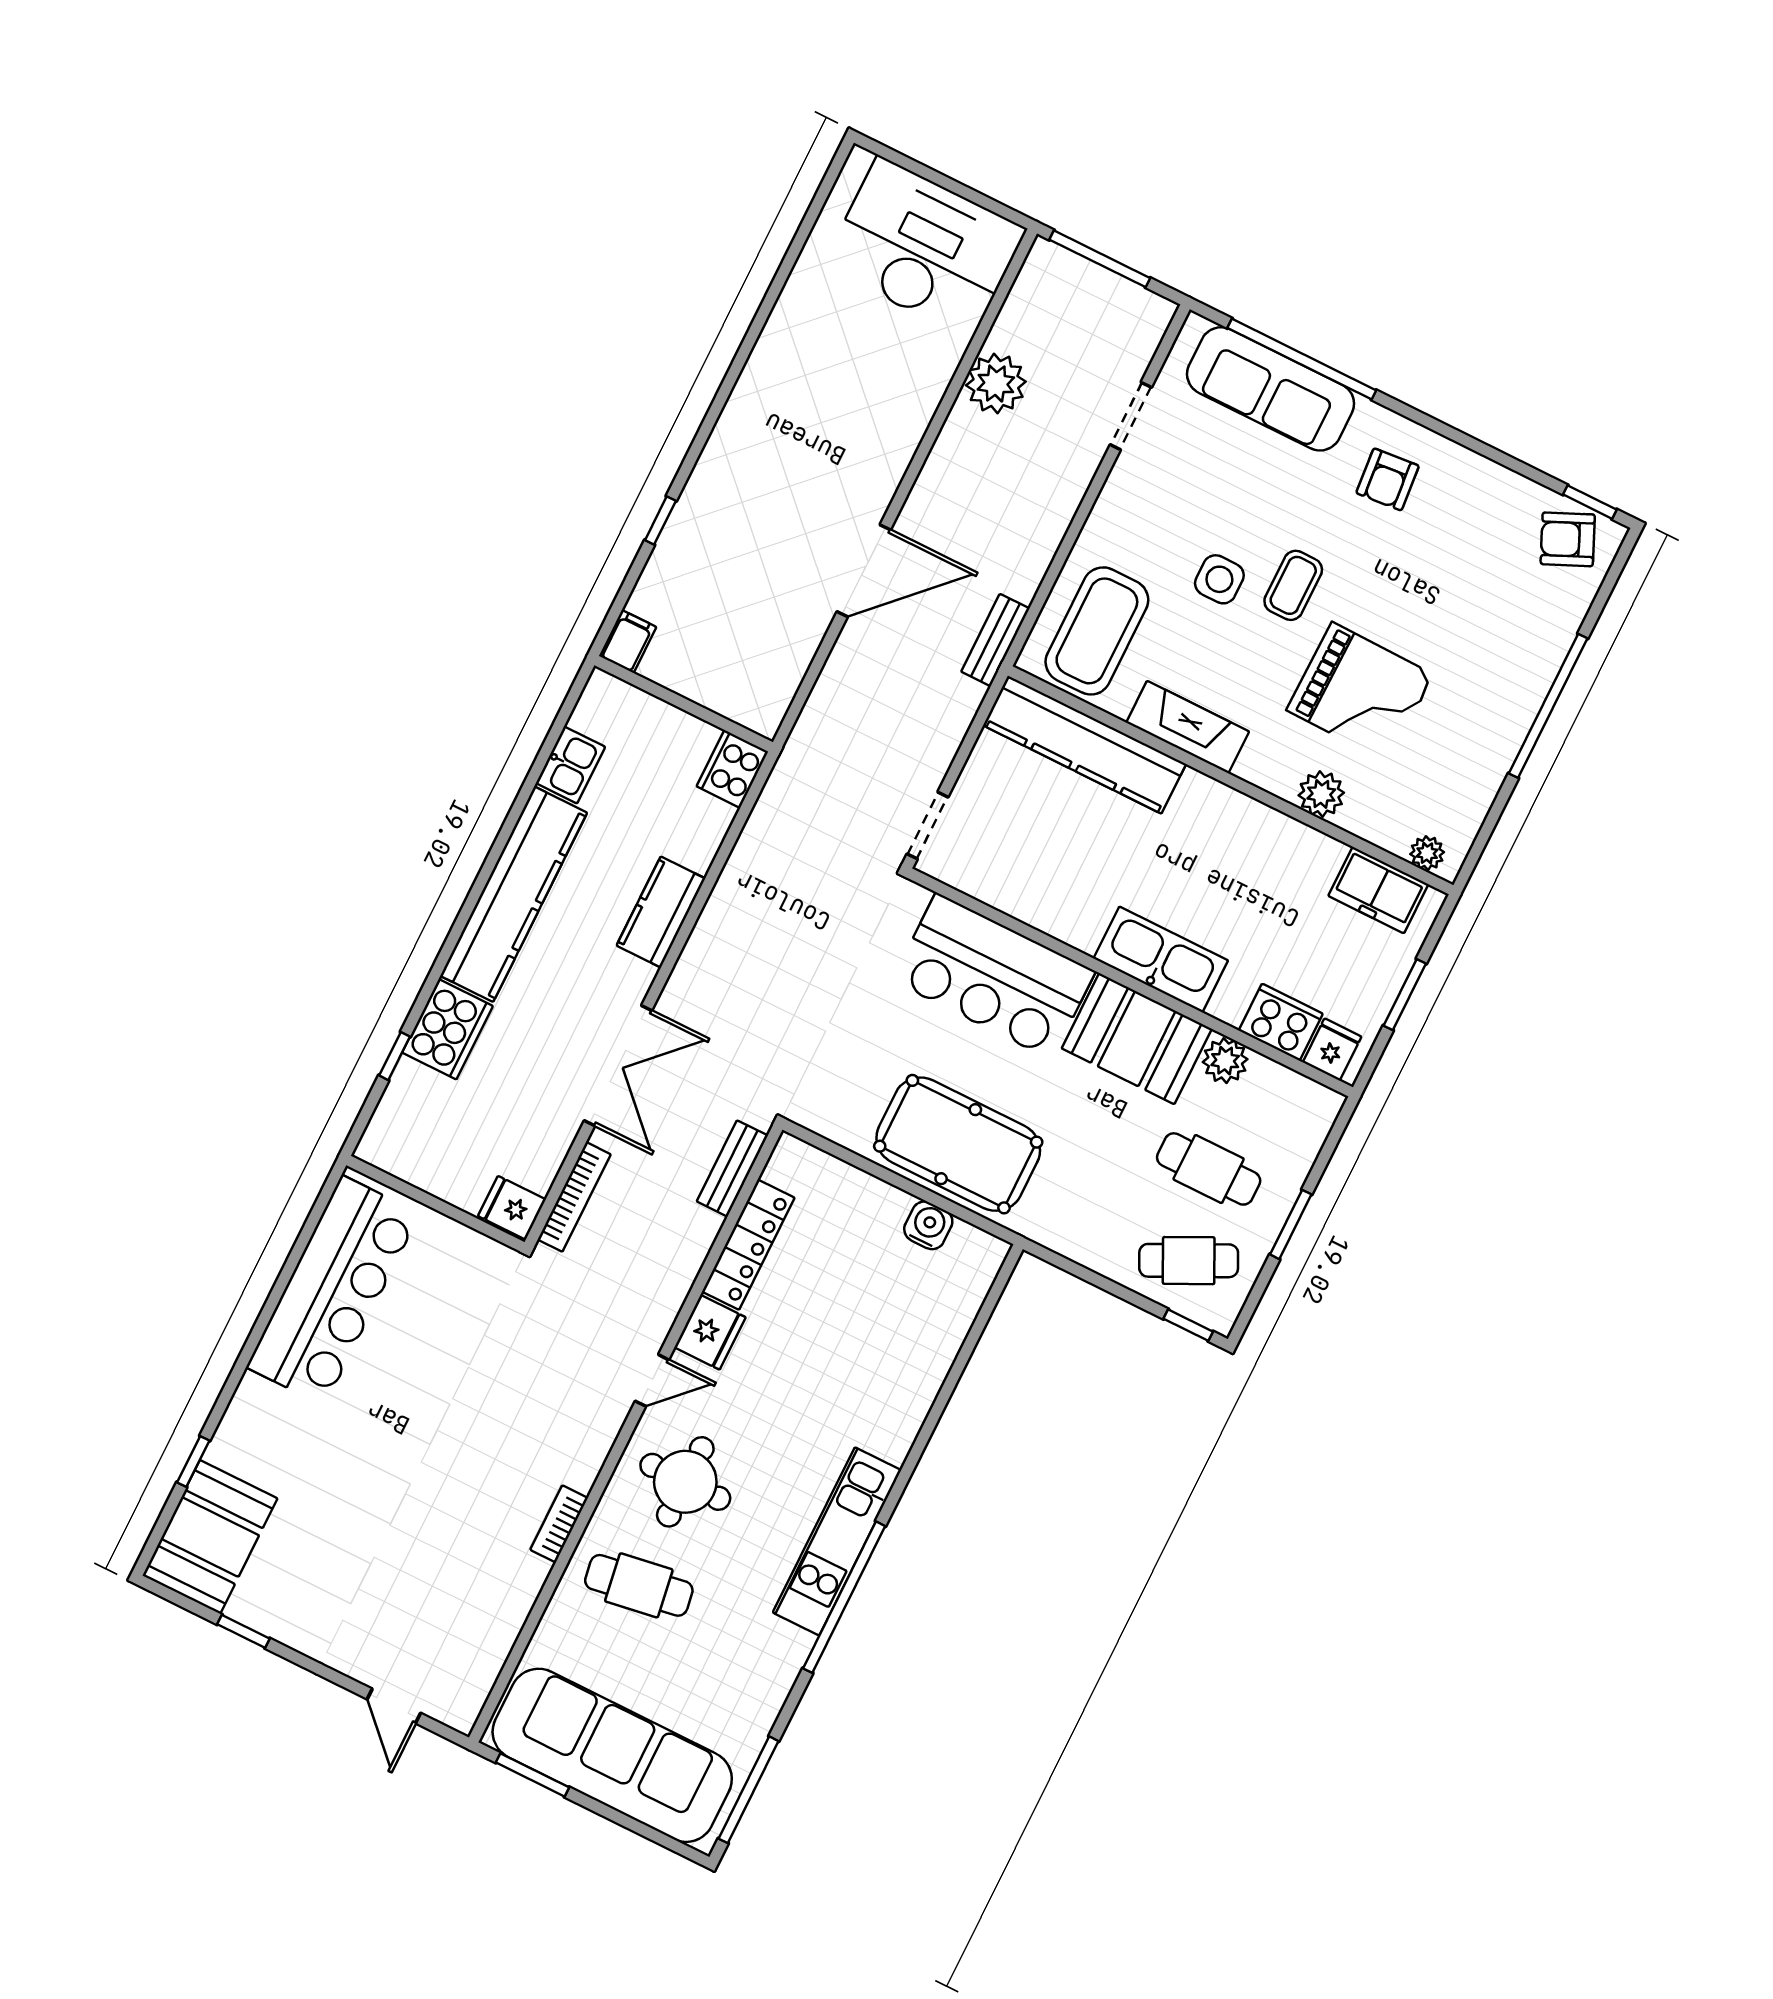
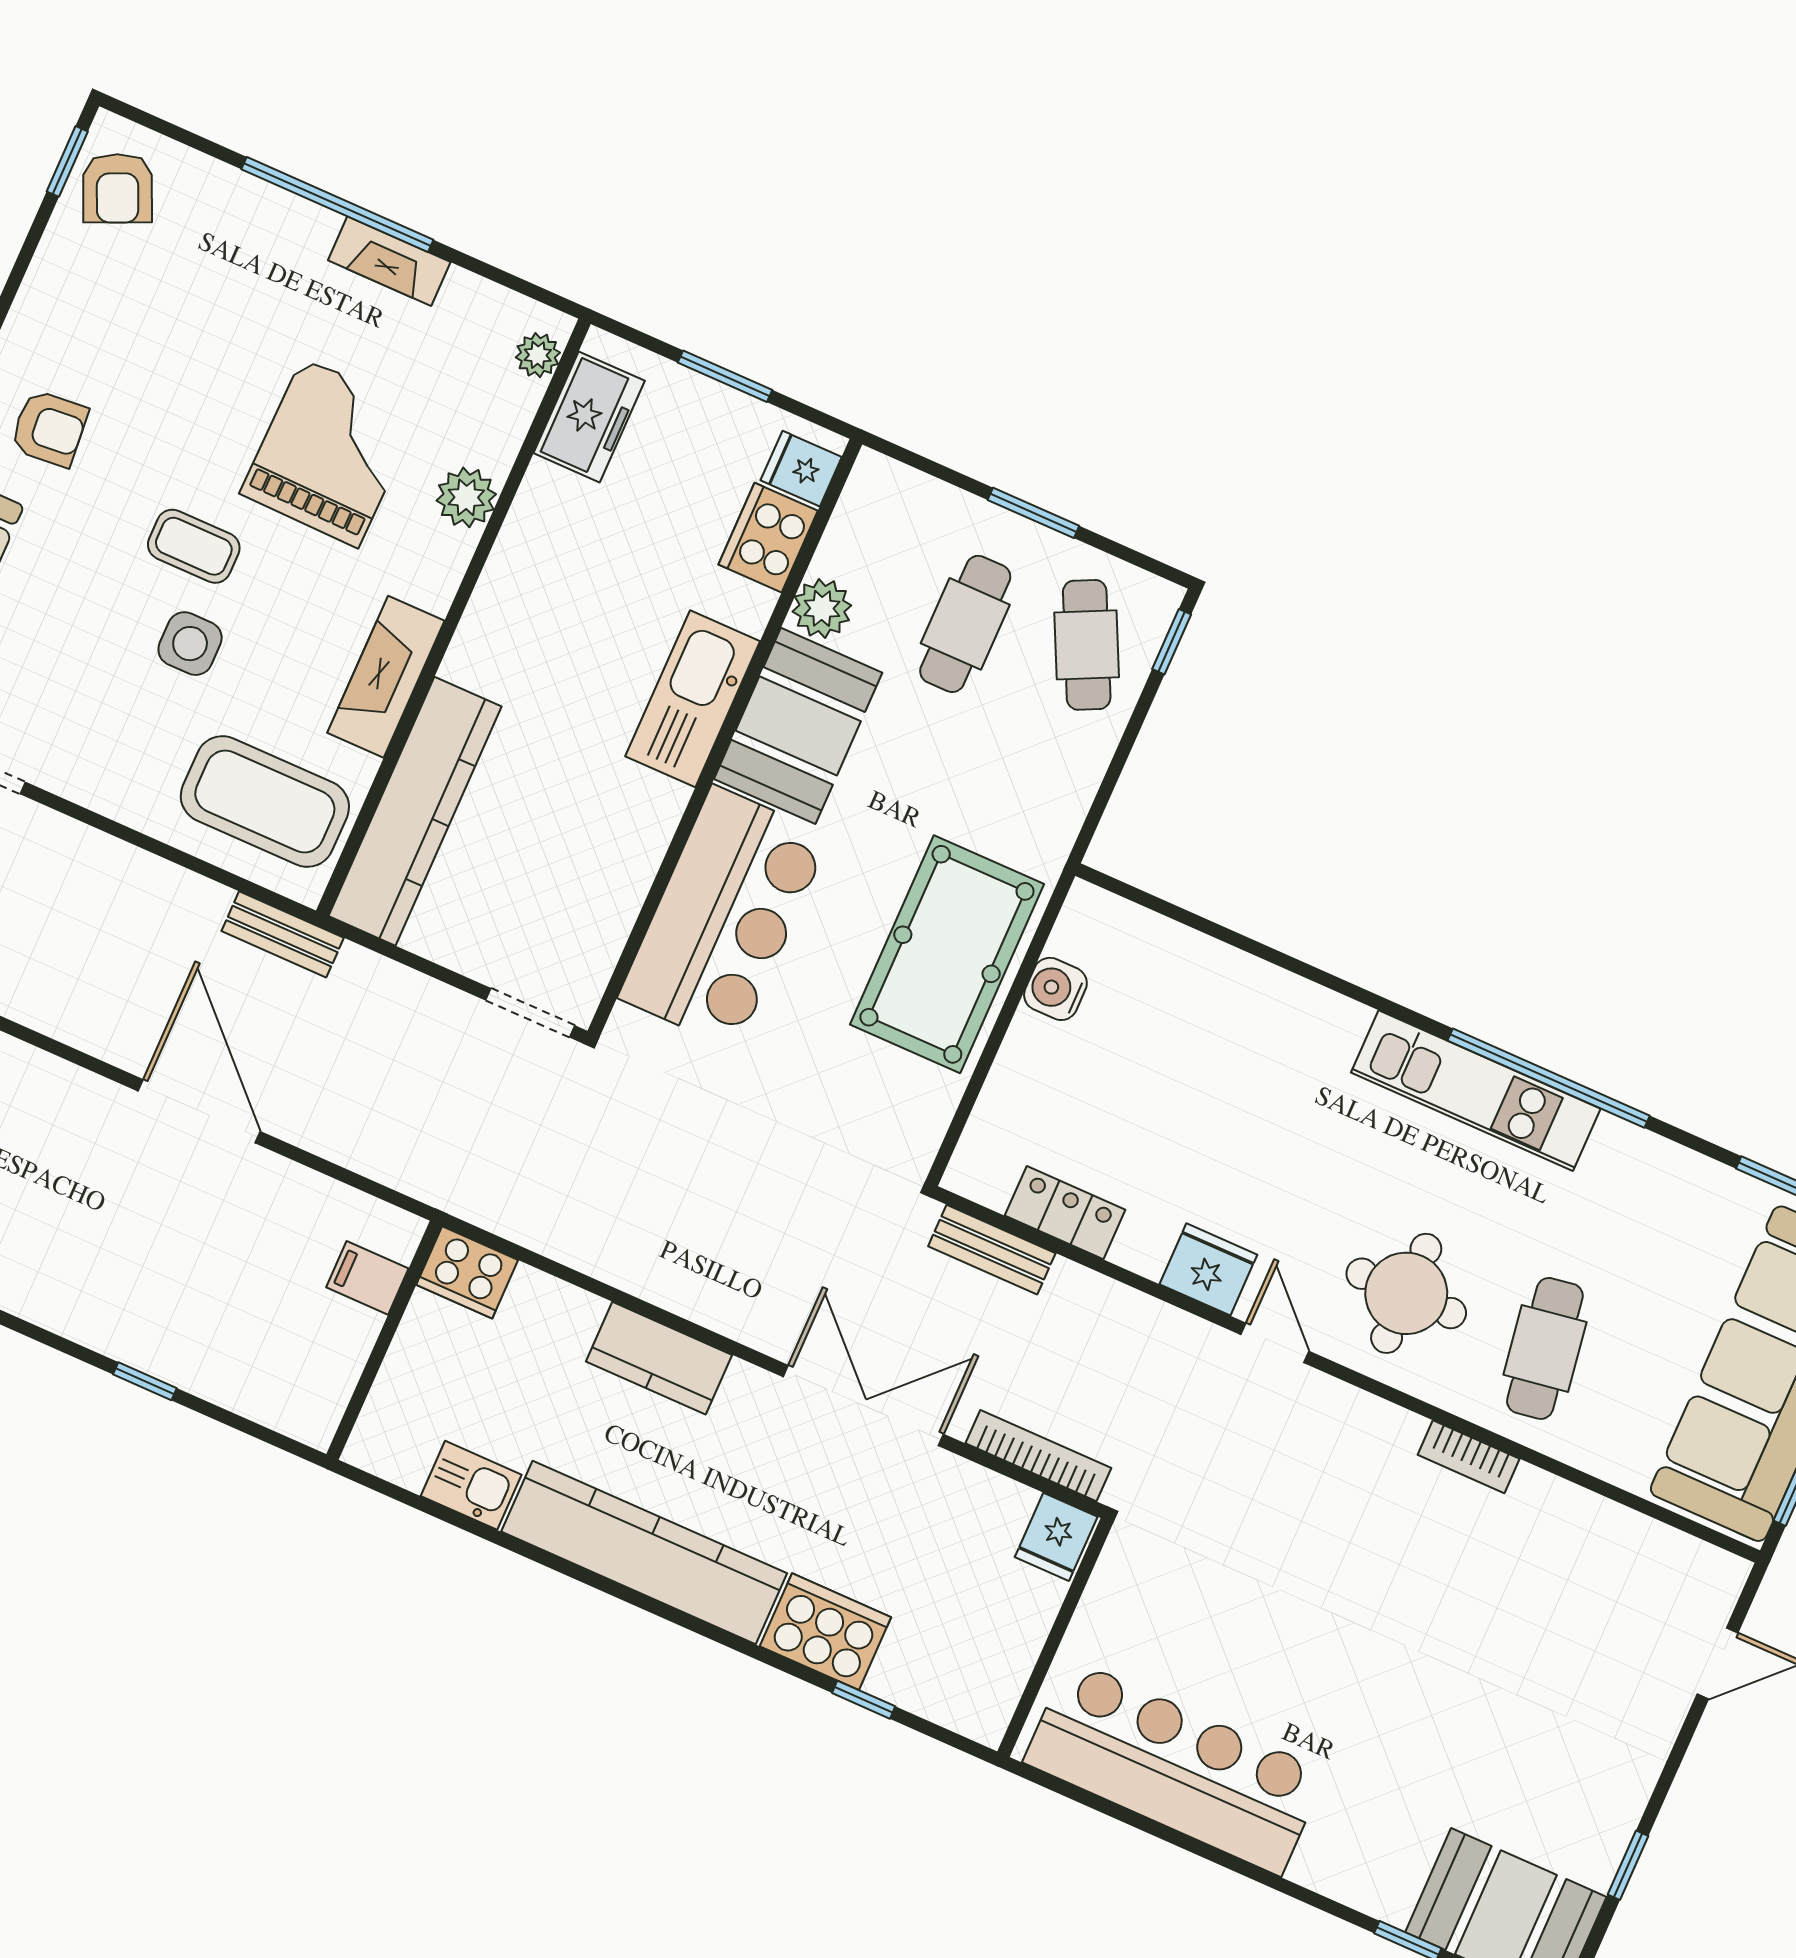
filing cabinet: (628, 641) -> (367, 1278), moved
fireplace: (1503, 743) -> (389, 261), added
locker: (748, 1245) -> (1065, 1213), width x0.66

